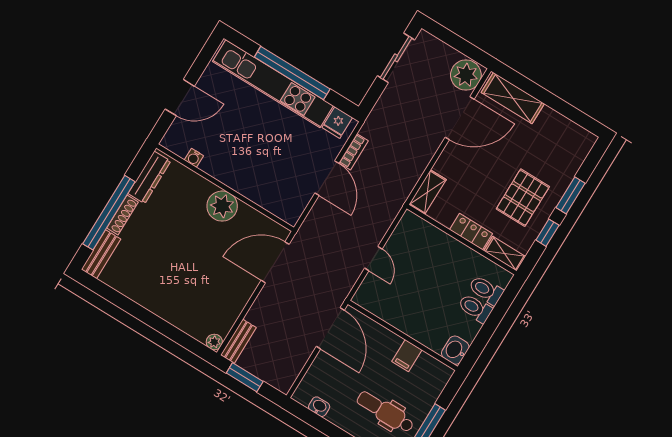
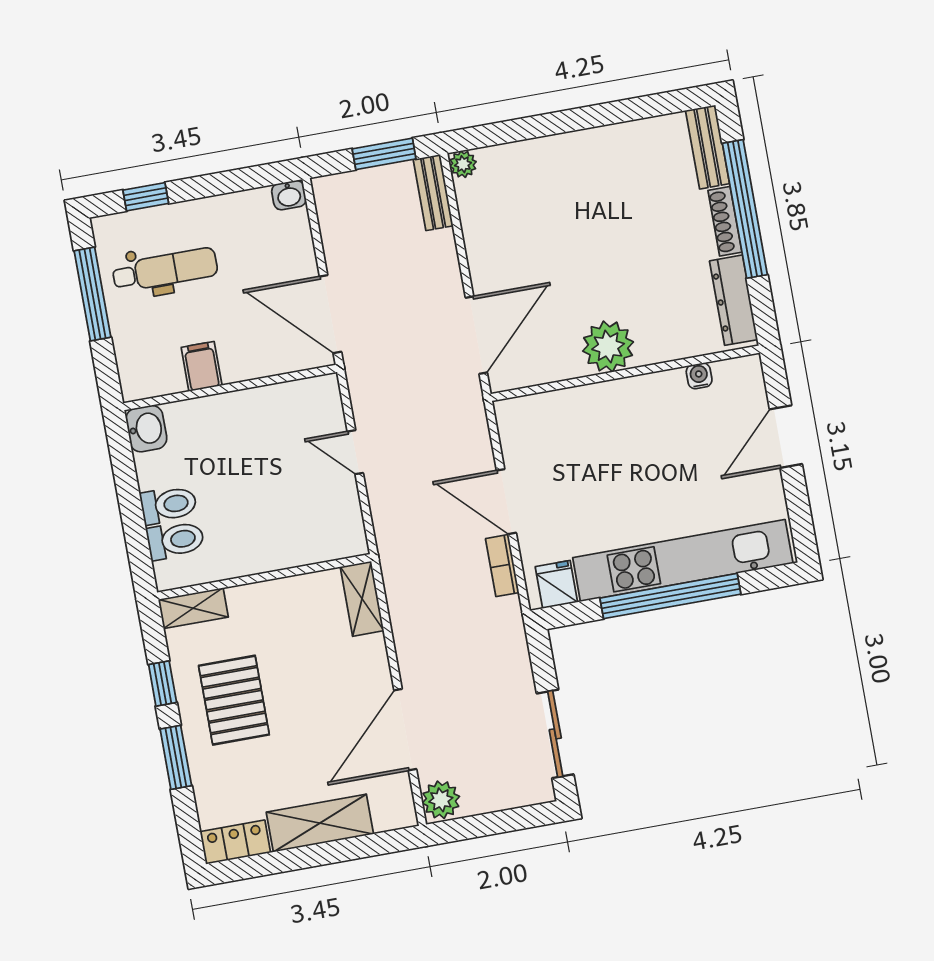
plant: (466, 75) -> (441, 800), width x0.73, depth x0.73
shelving: (513, 98) -> (320, 823), moved
locker: (471, 232) -> (235, 842), moved, turned 180
washbasin: (319, 407) -> (289, 195), moved

